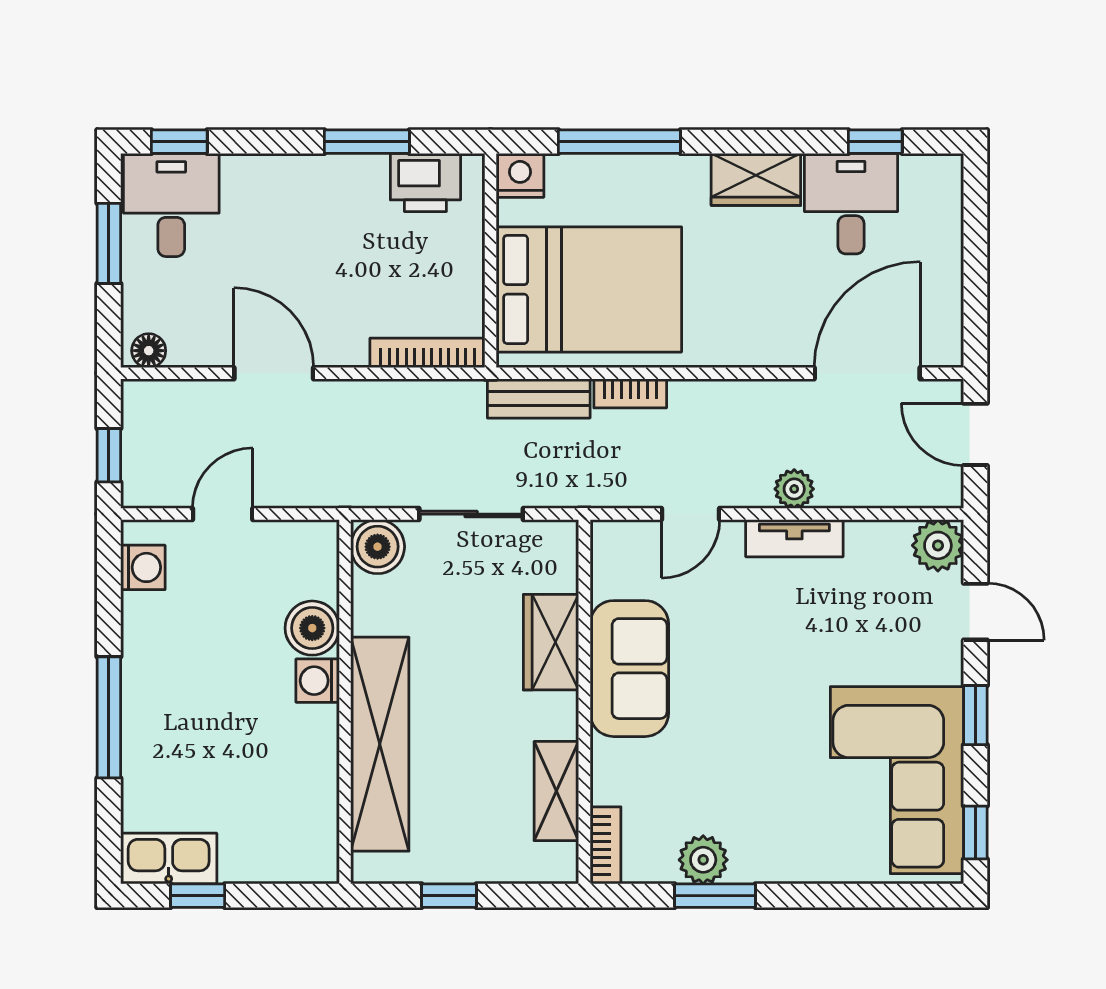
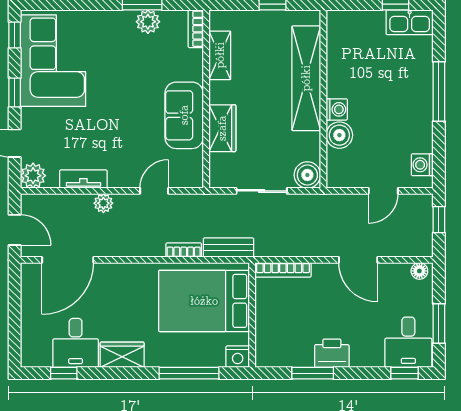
printer: (425, 183) -> (332, 353), moved
tv unit: (794, 538) -> (83, 179), moved

